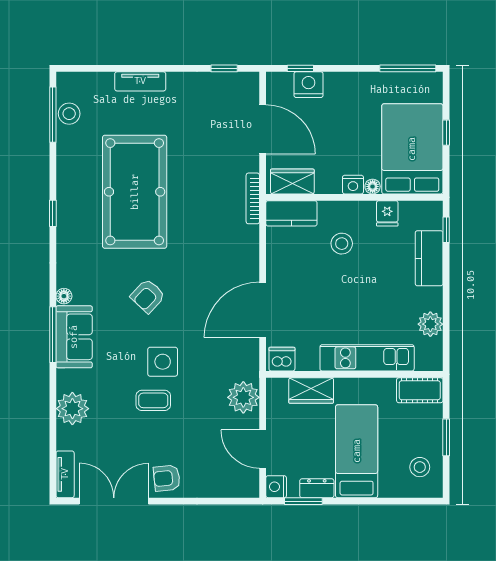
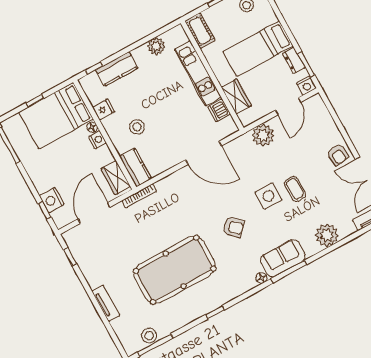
dishwasher: (282, 359) -> (219, 110), moved

